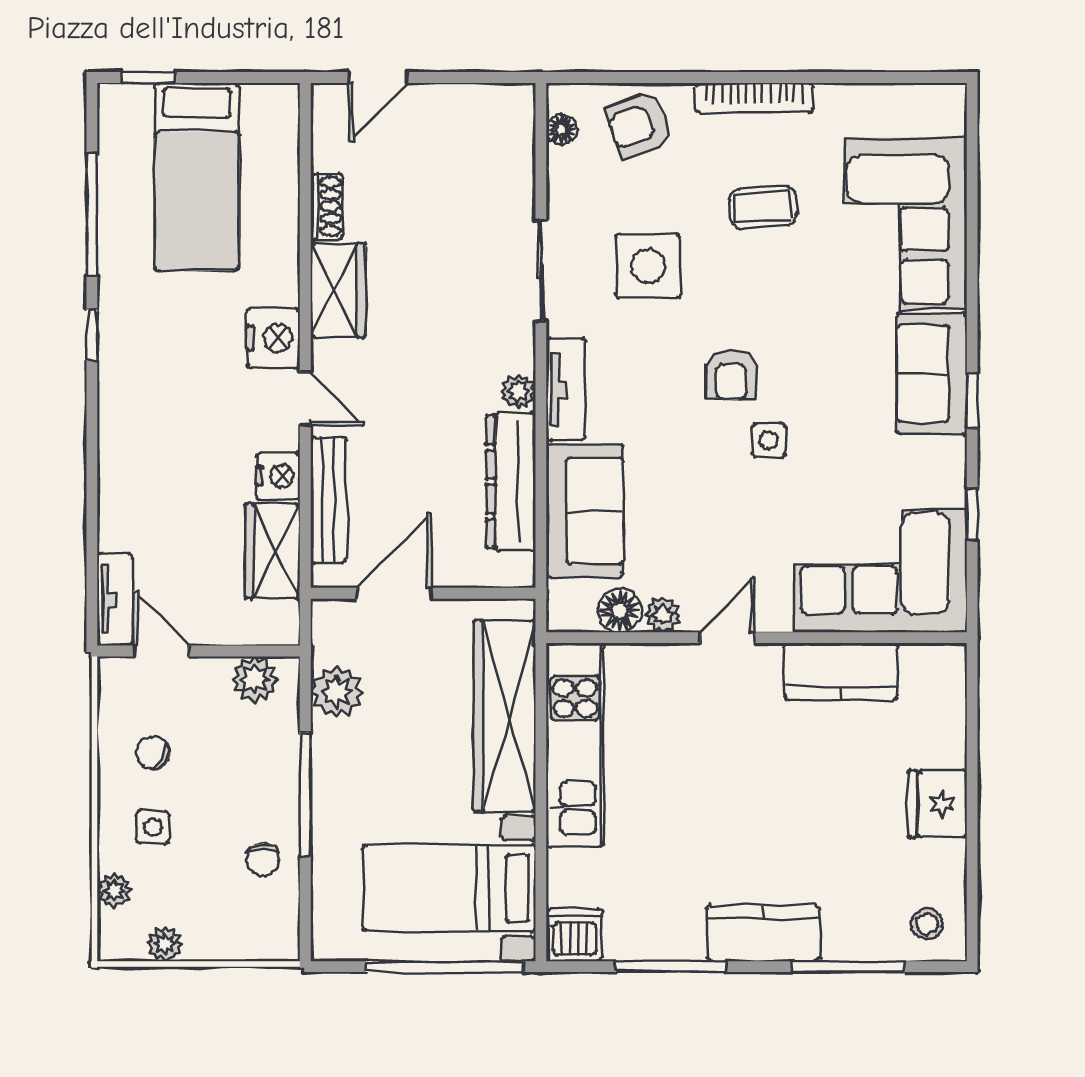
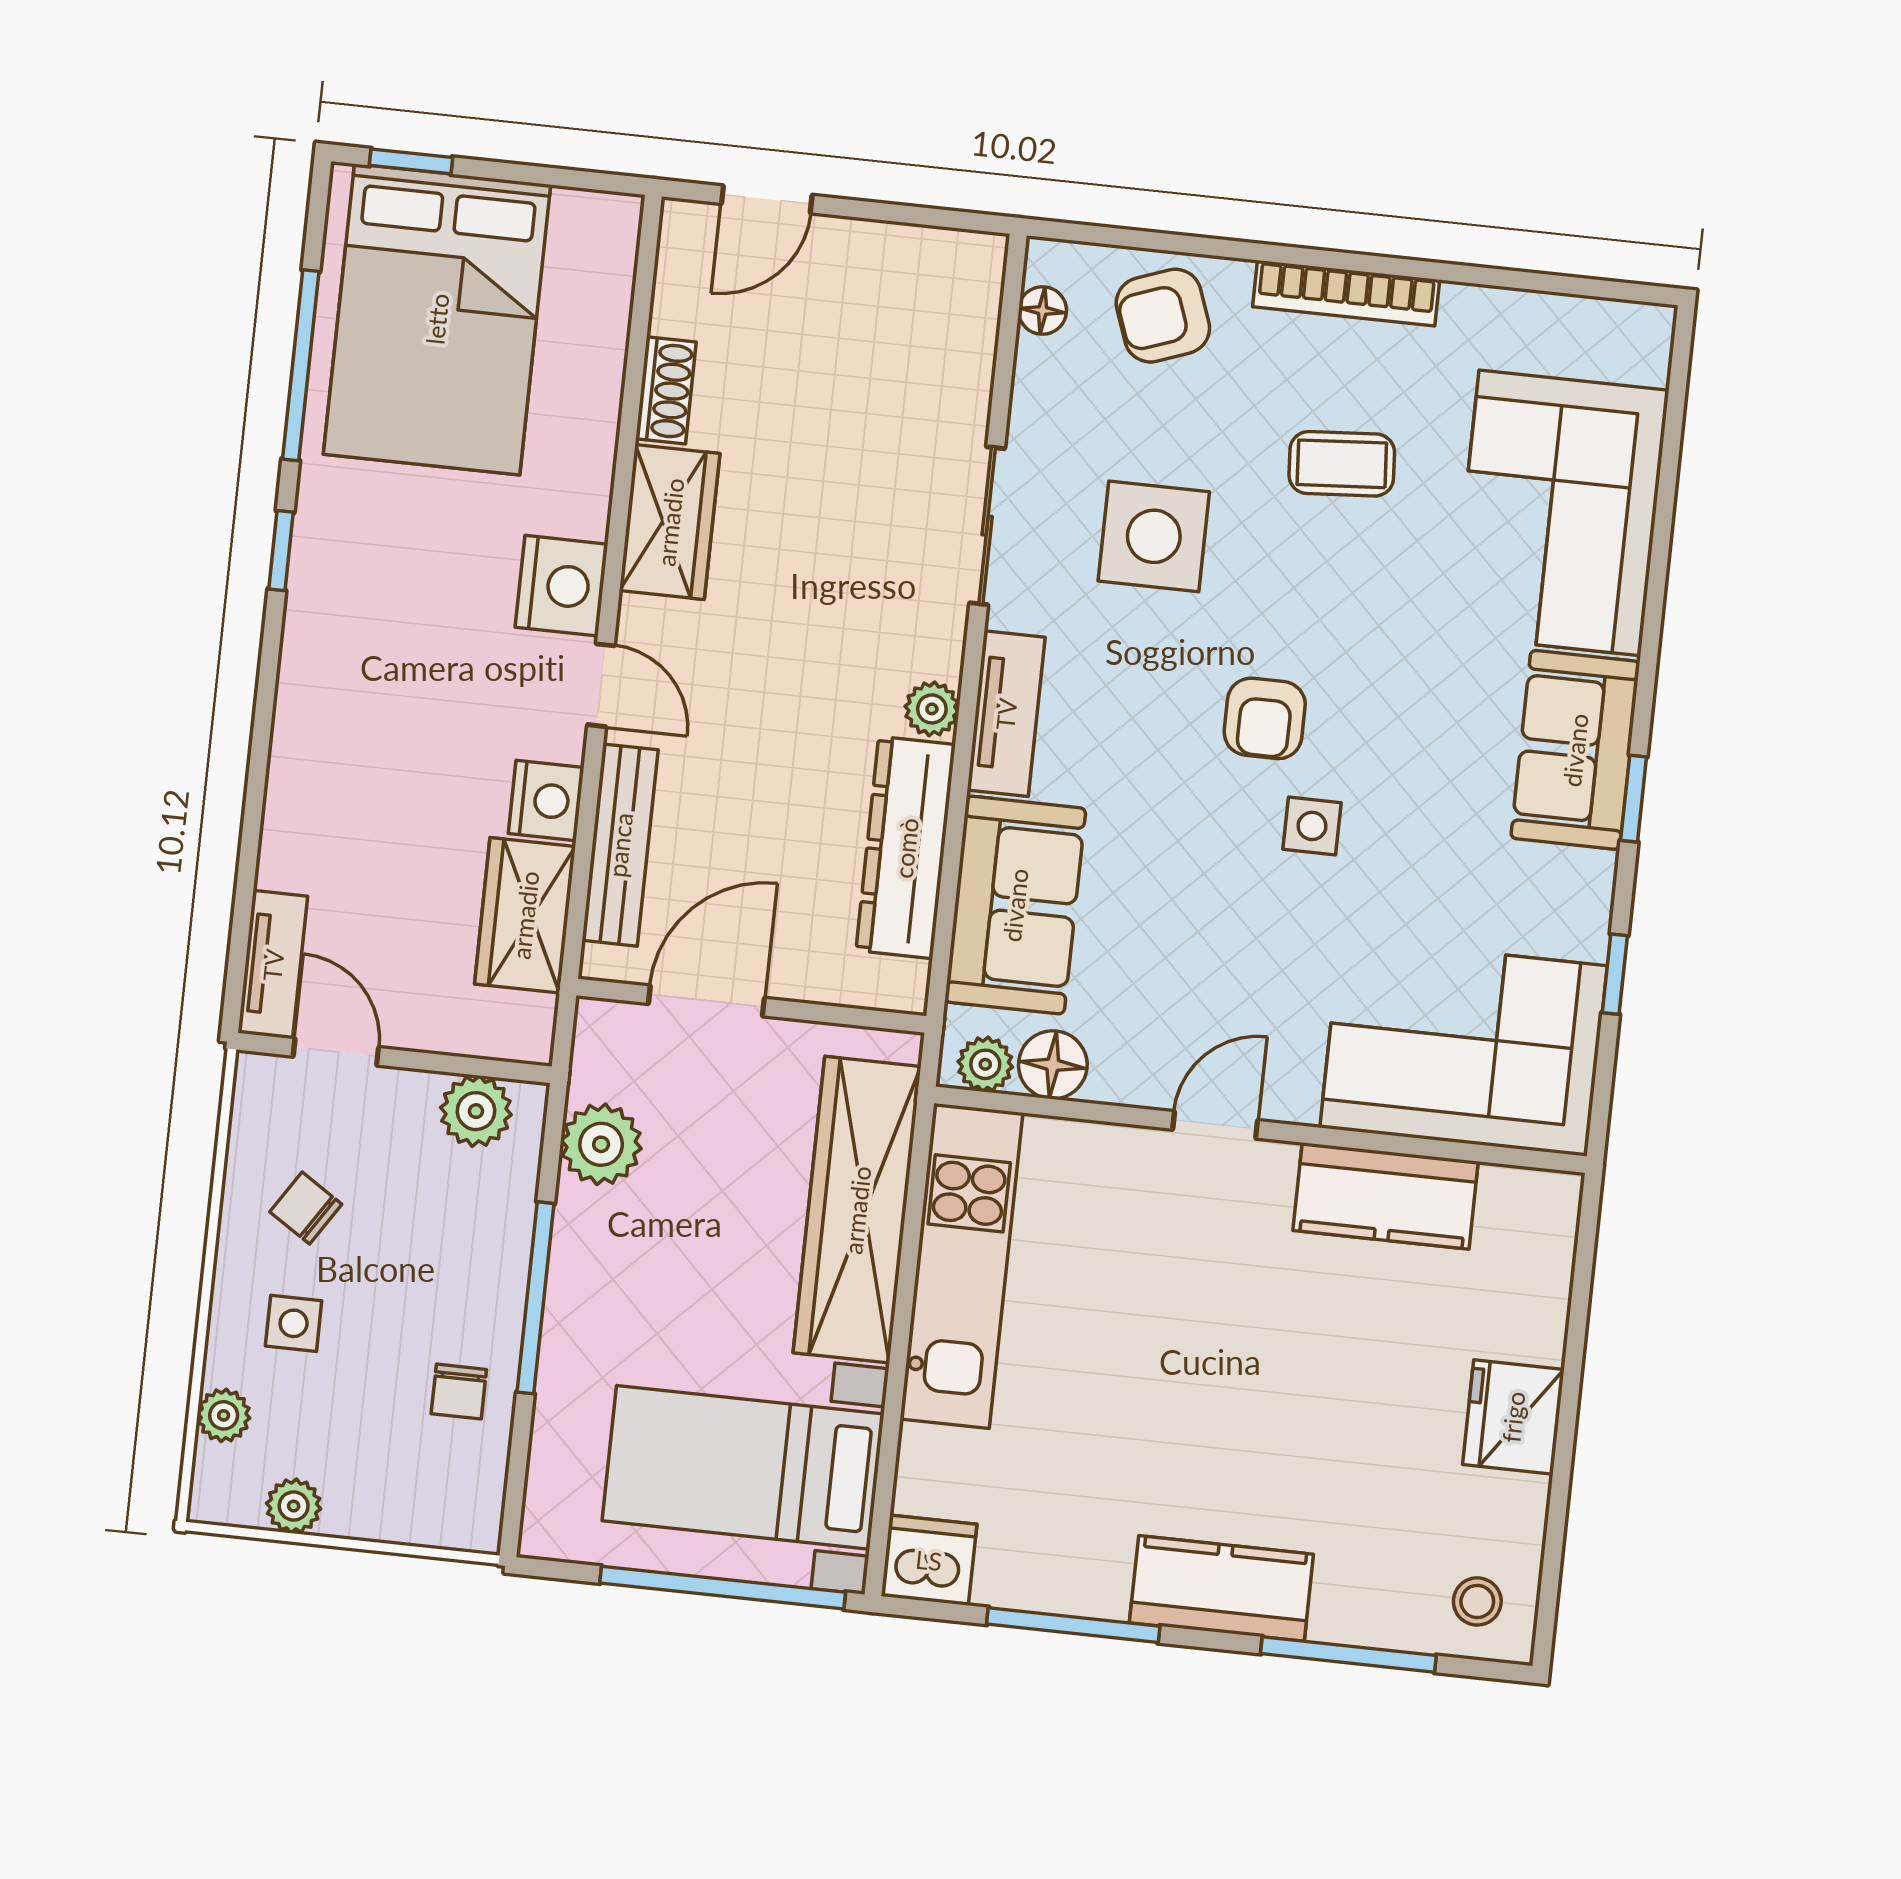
bed: (197, 177) -> (437, 319), width x1.50
plant: (663, 615) -> (985, 1064), moved

